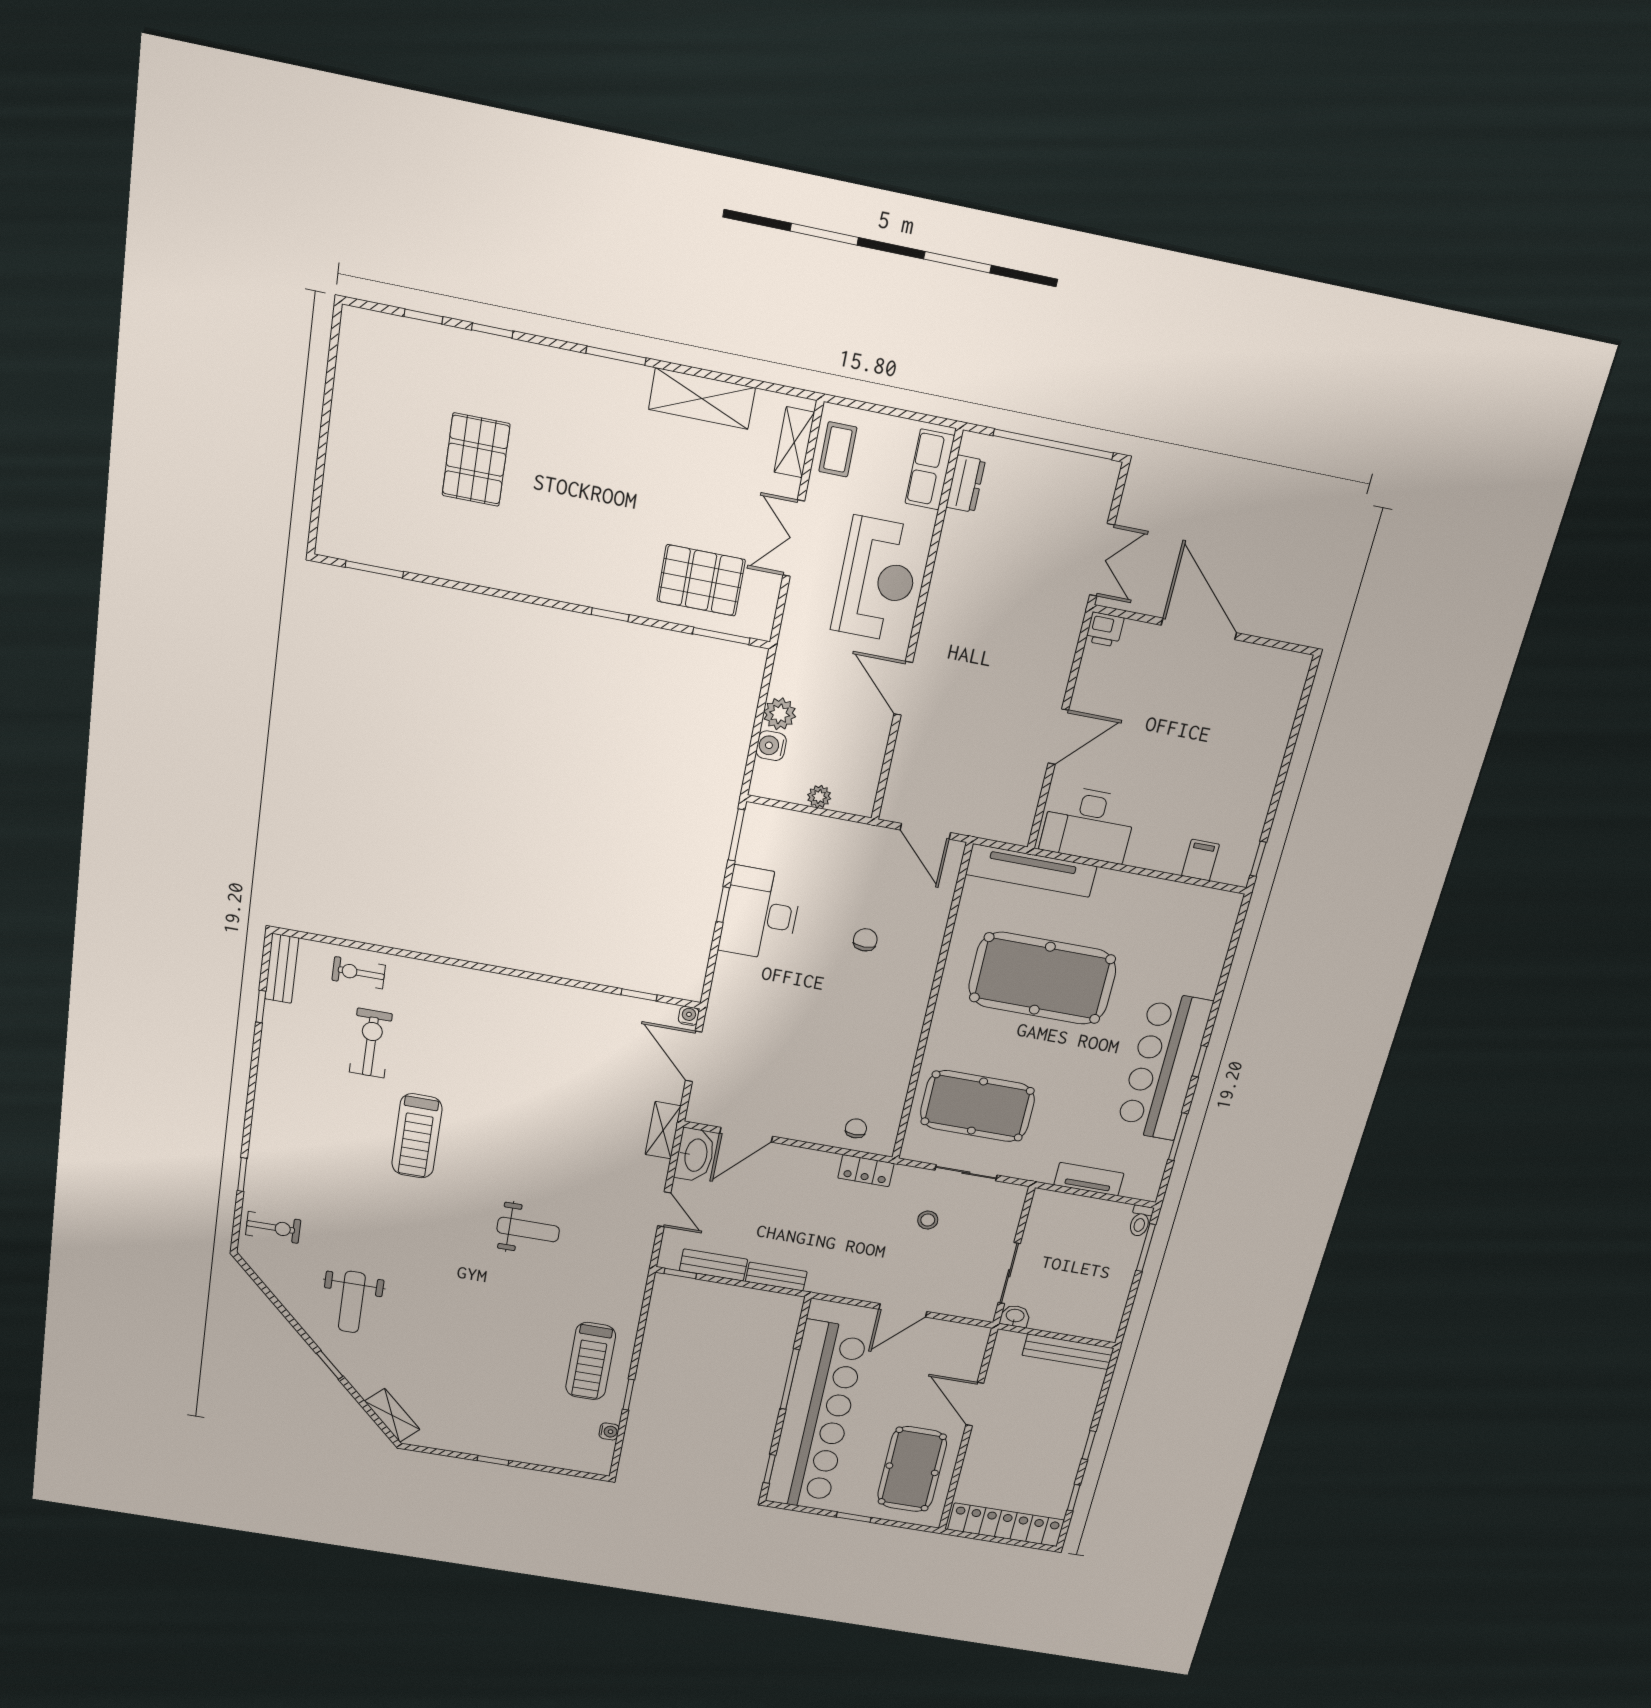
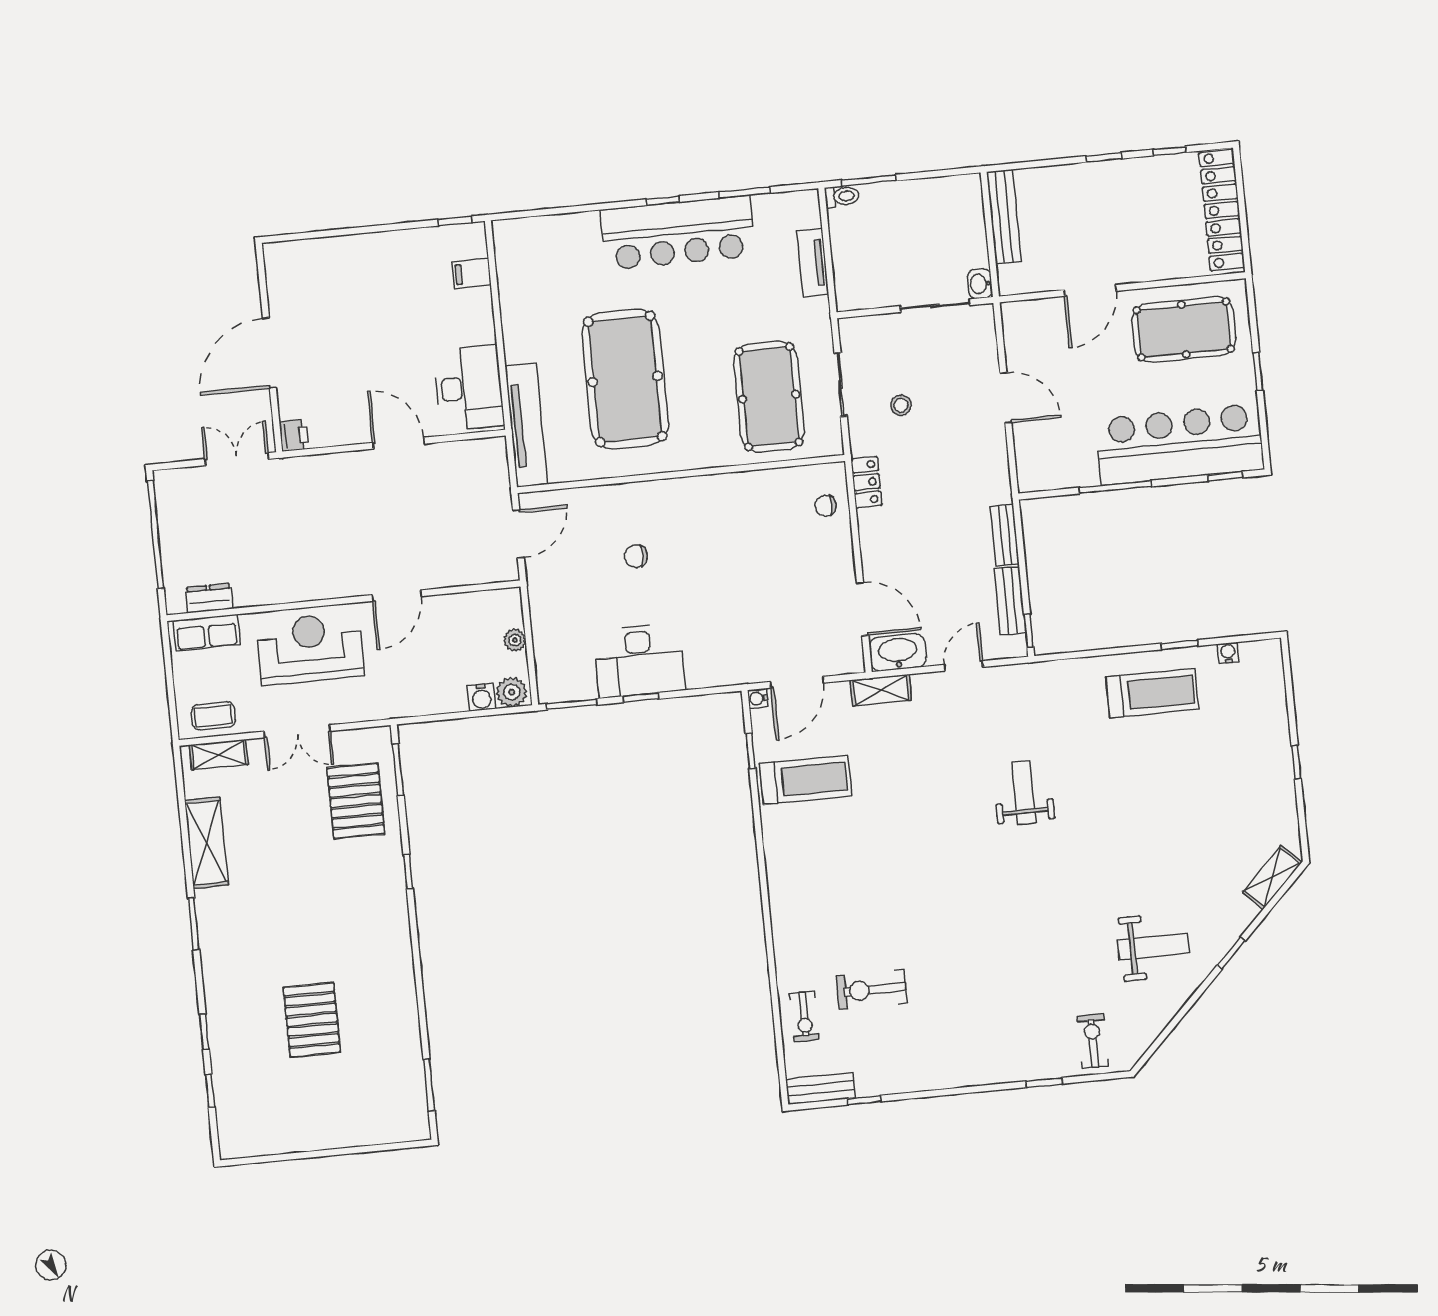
pallet: (476, 460) -> (312, 1020), turned 90
plant: (780, 714) -> (512, 692), moved
treadmill: (417, 1136) -> (806, 780), moved
bar counter: (816, 1416) -> (1180, 444), width x0.73

